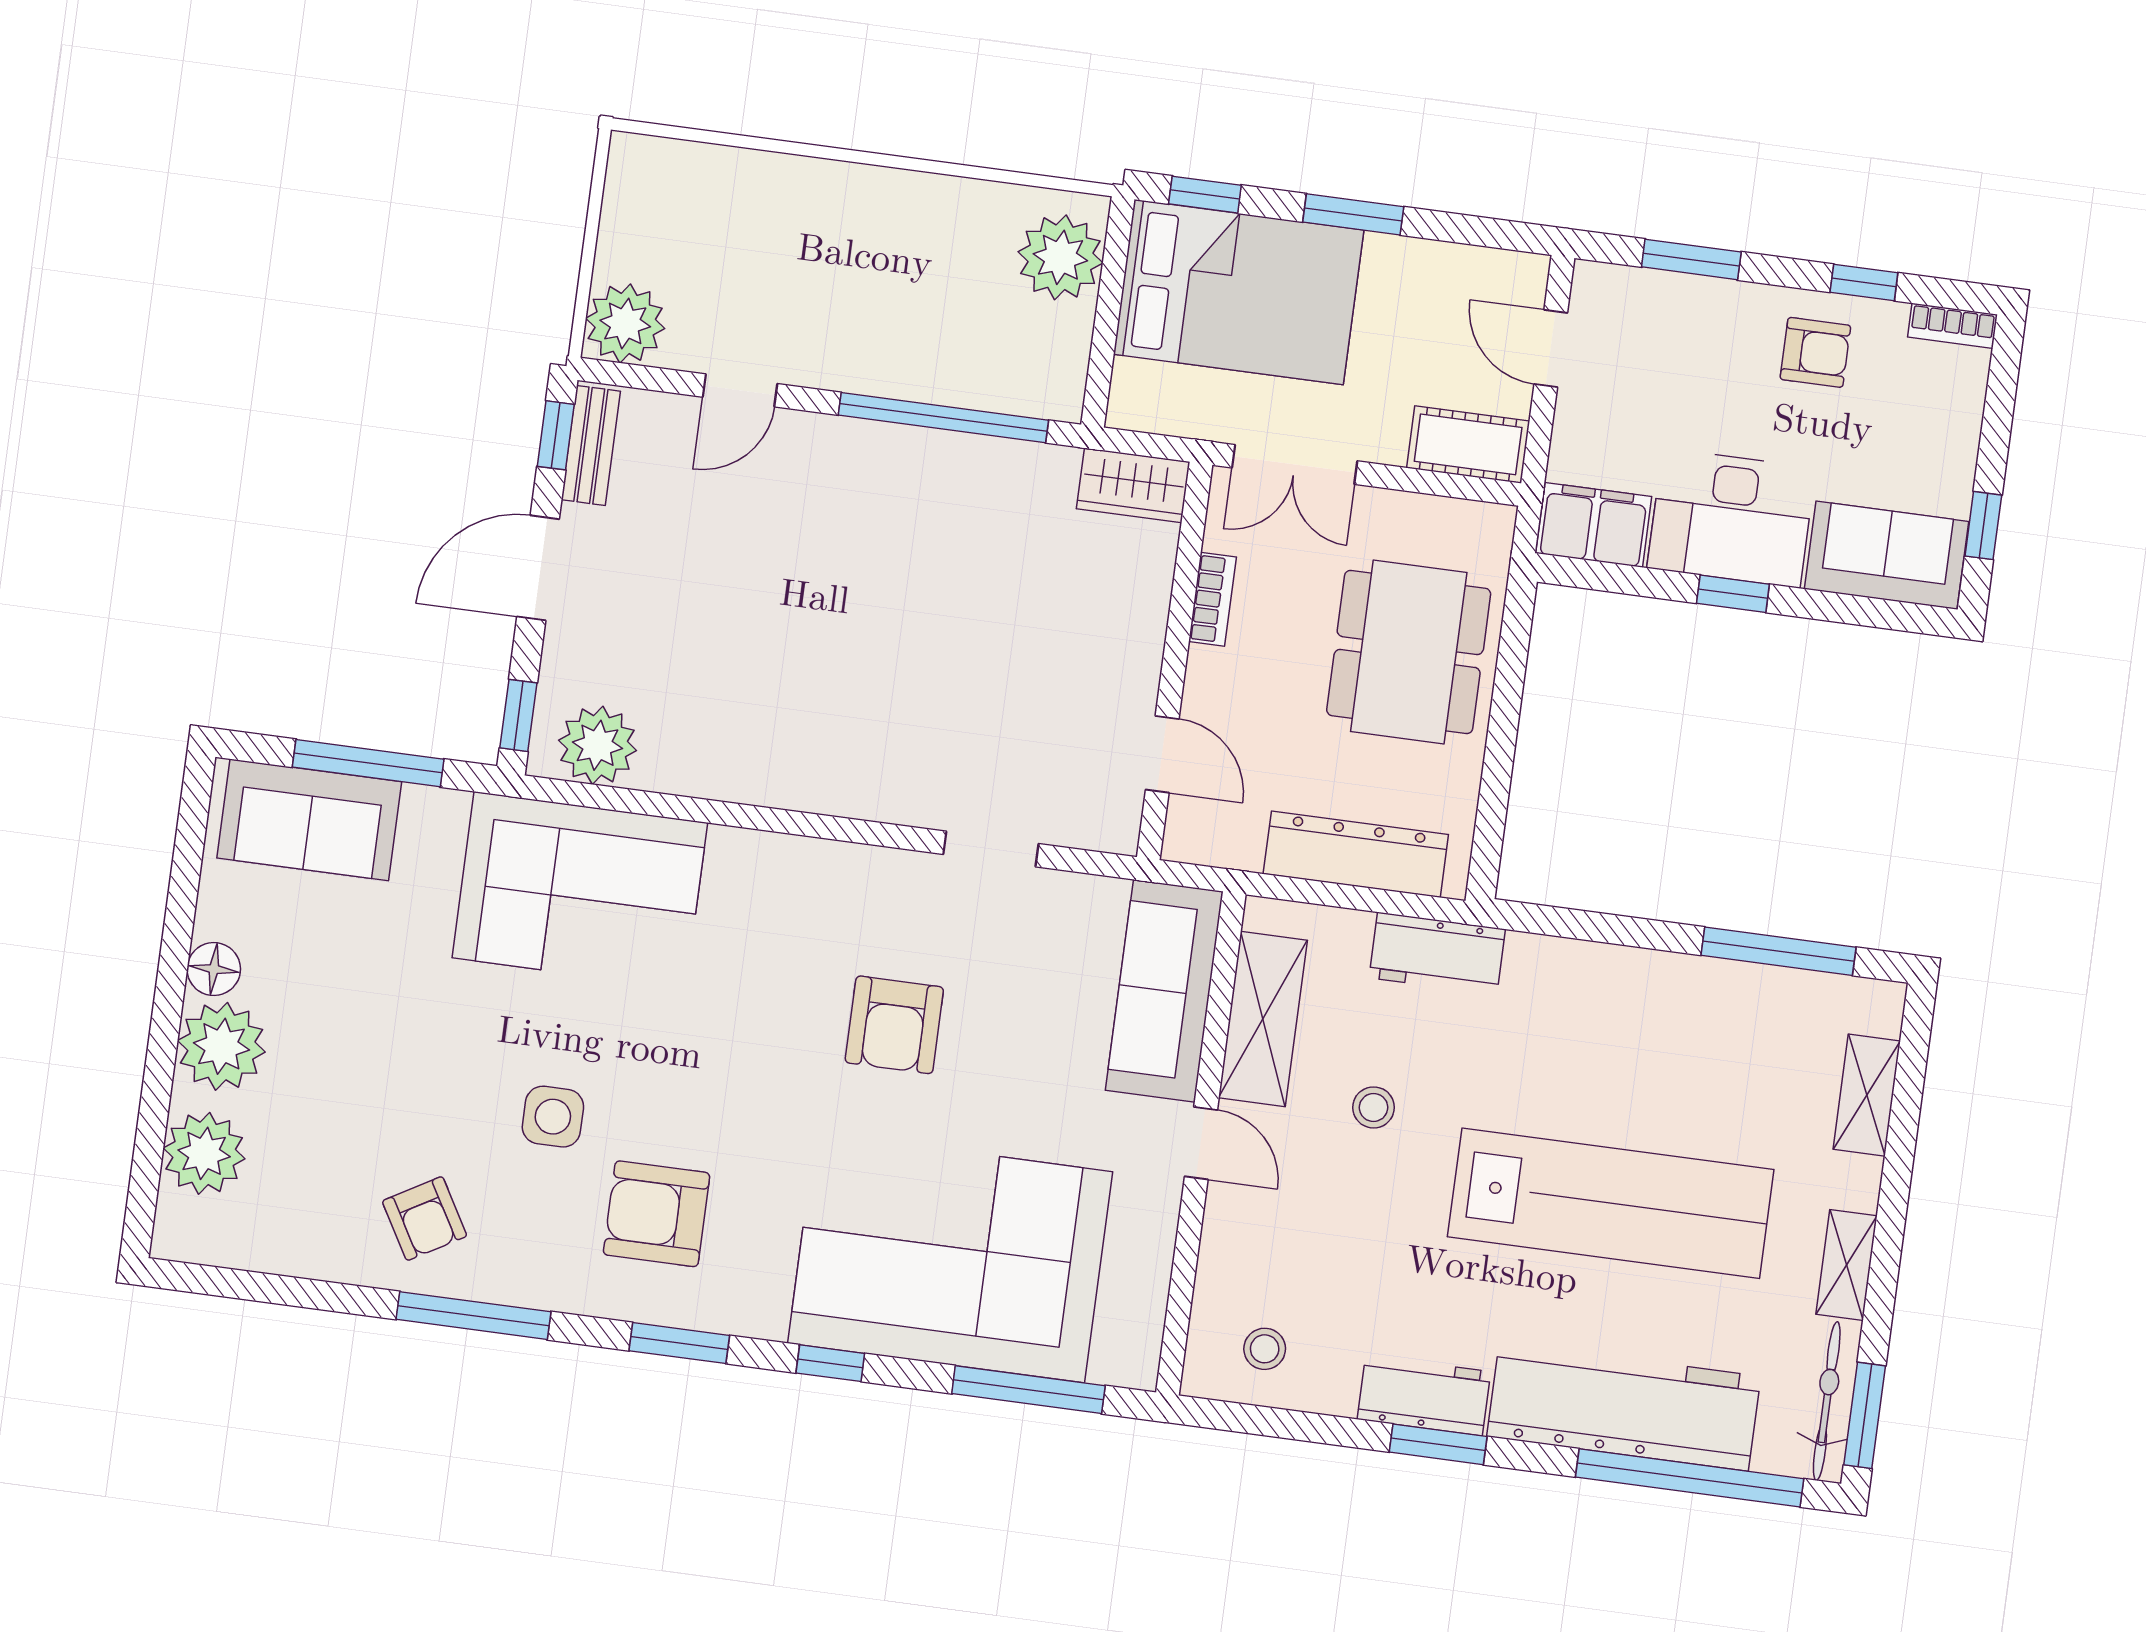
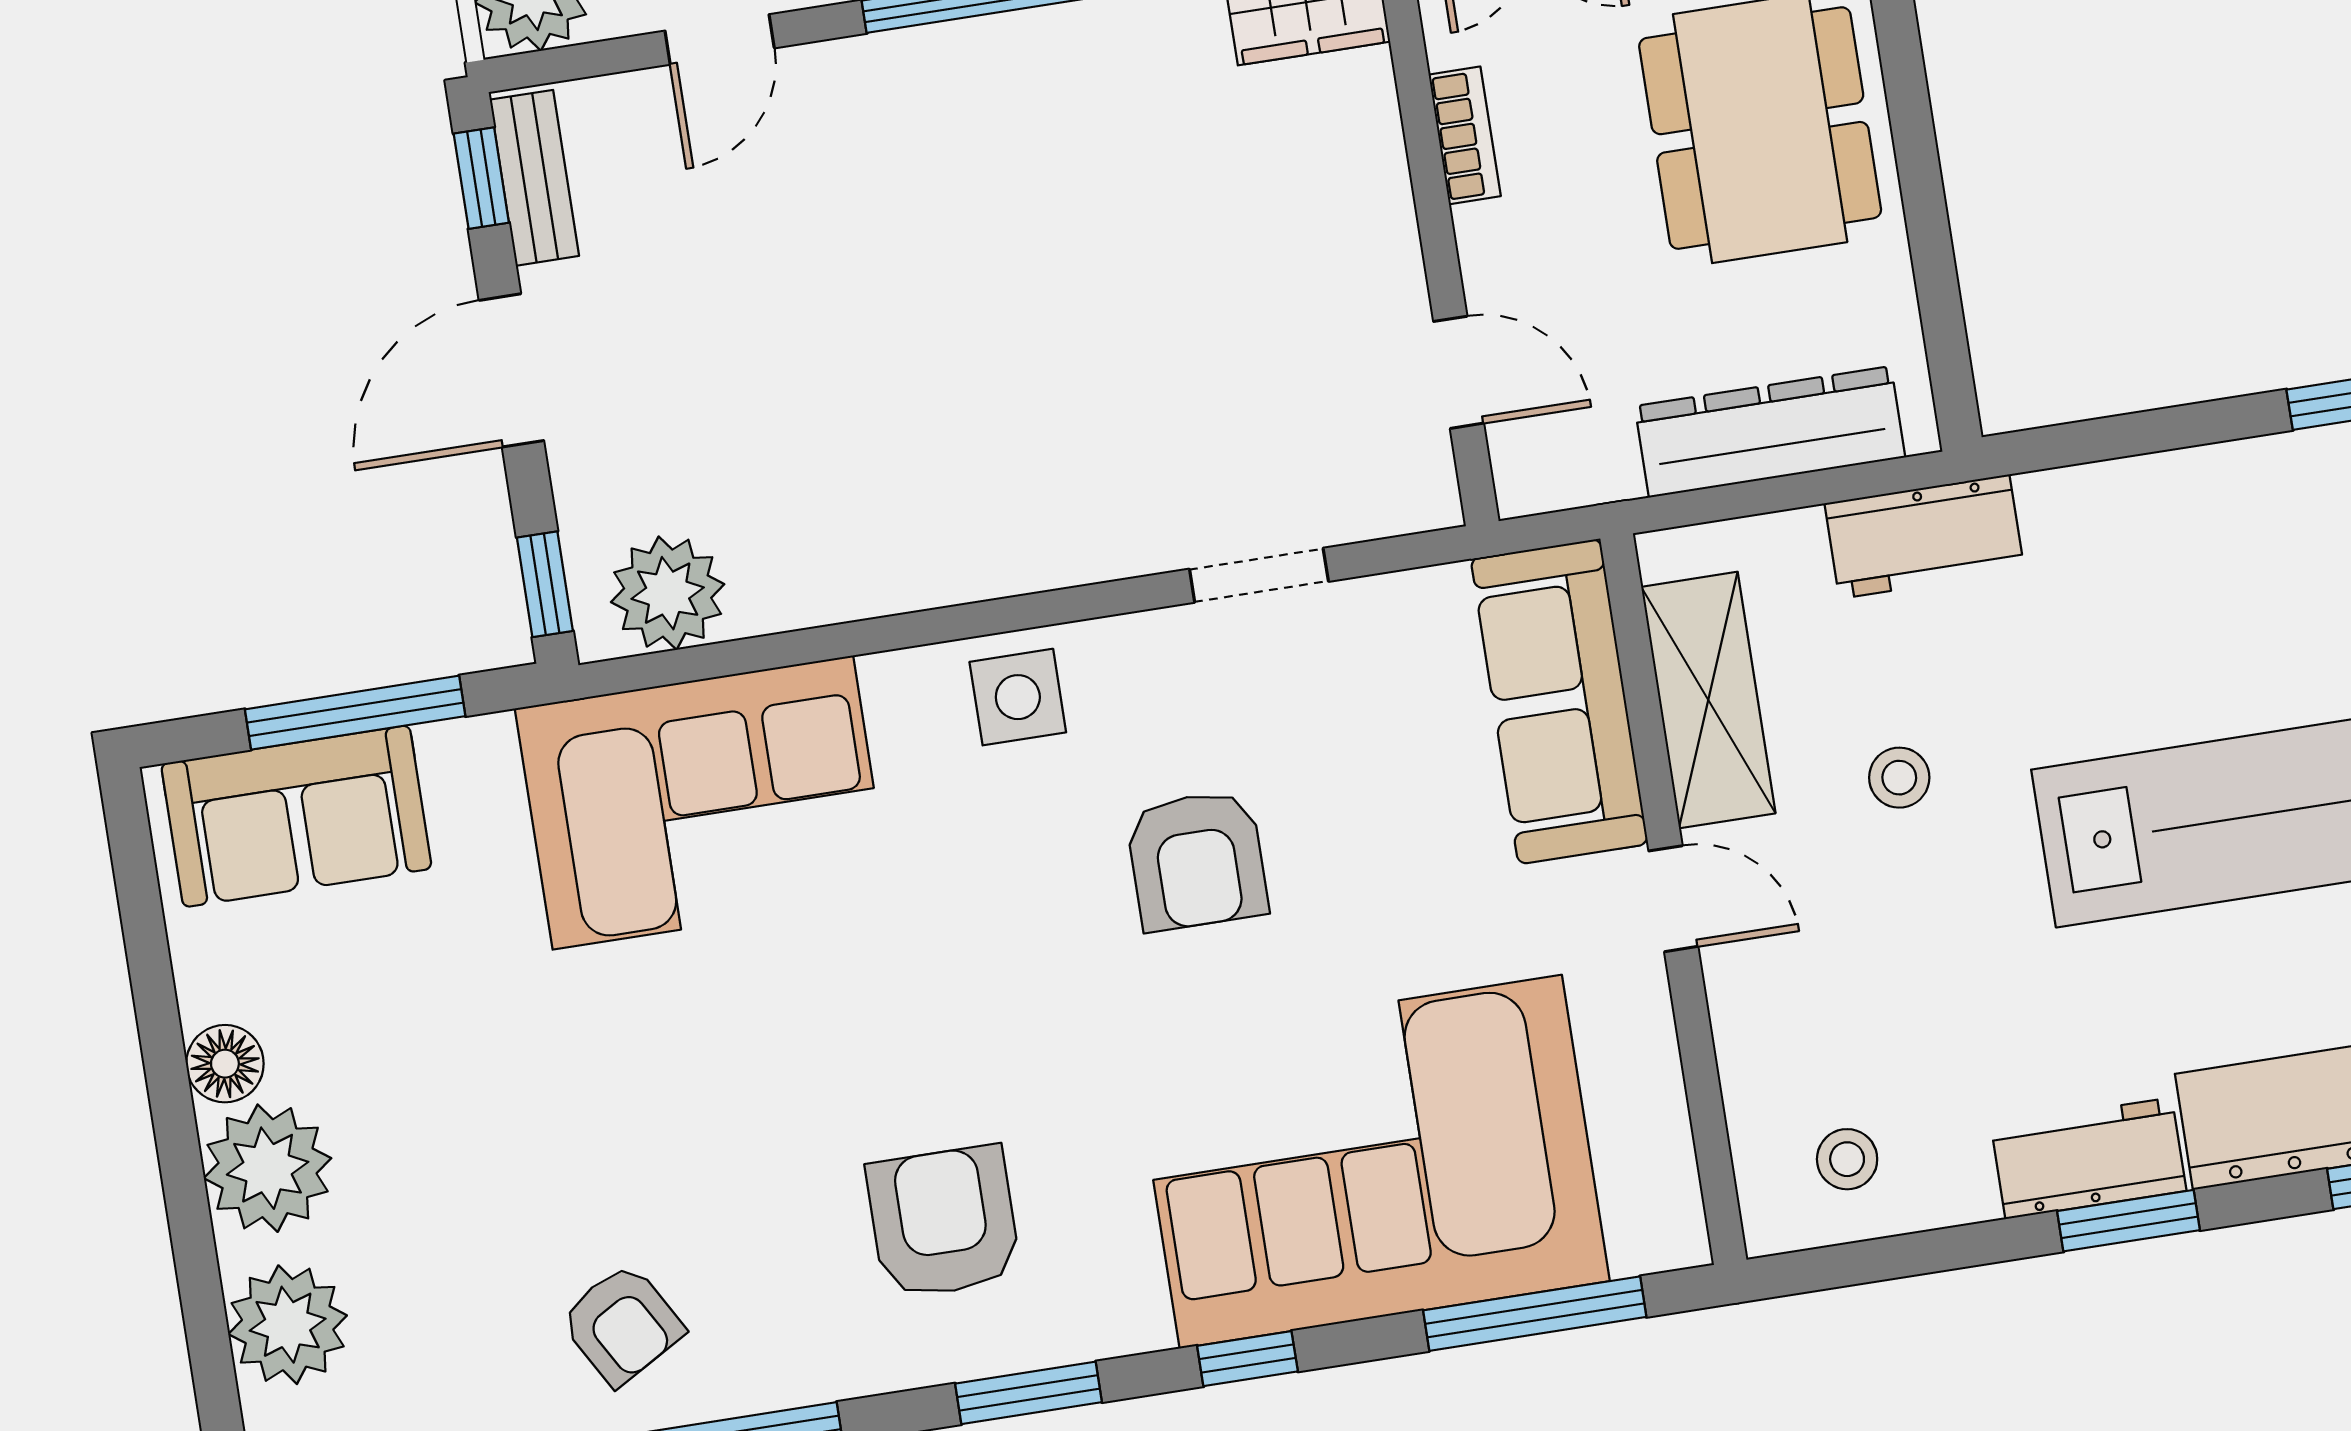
side table: (553, 1117) -> (1018, 697), moved
armchair: (657, 1214) -> (943, 1222), turned 90

